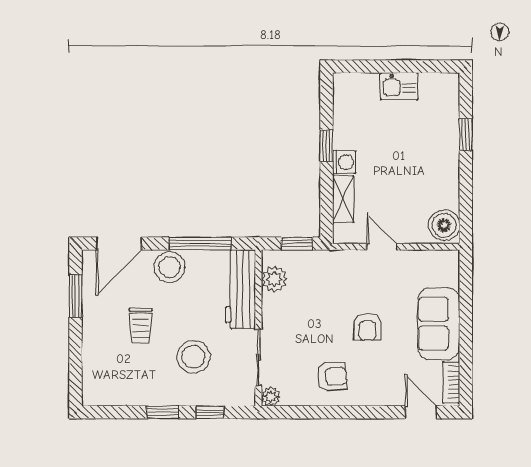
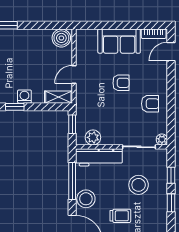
shelving: (343, 199) -> (58, 97), moved
armchair: (332, 376) -> (150, 104), turned 94

